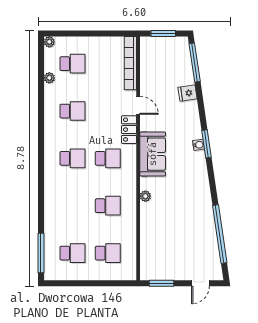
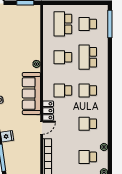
door: (138, 105) -> (42, 128), swing flipped
sofa: (153, 154) -> (31, 93), width x1.36
school desk: (72, 206) -> (88, 57), added
school desk: (108, 253) -> (63, 24), width x1.85

